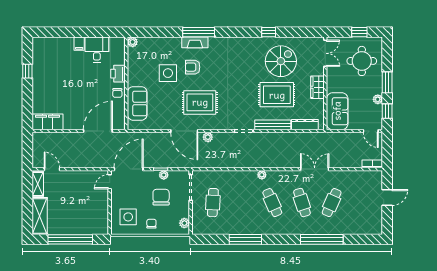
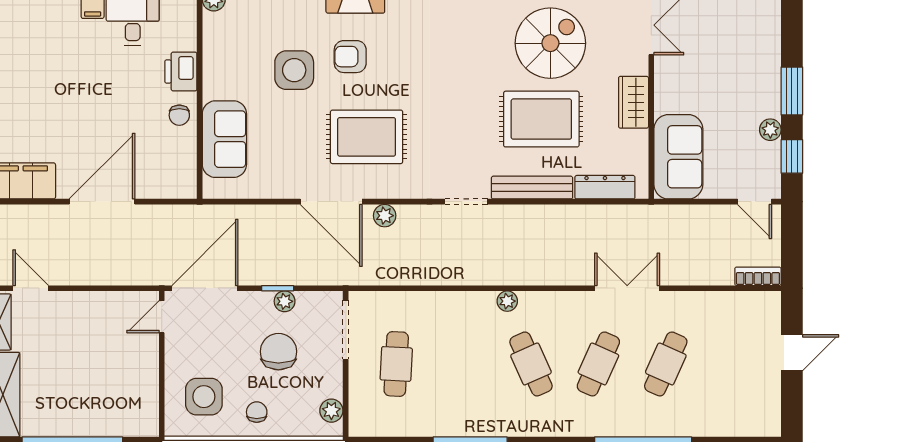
round table: (362, 61) -> (734, 43), removed
door: (98, 131) -> (102, 202), moved
cafe table: (302, 203) -> (598, 364), turned 42

